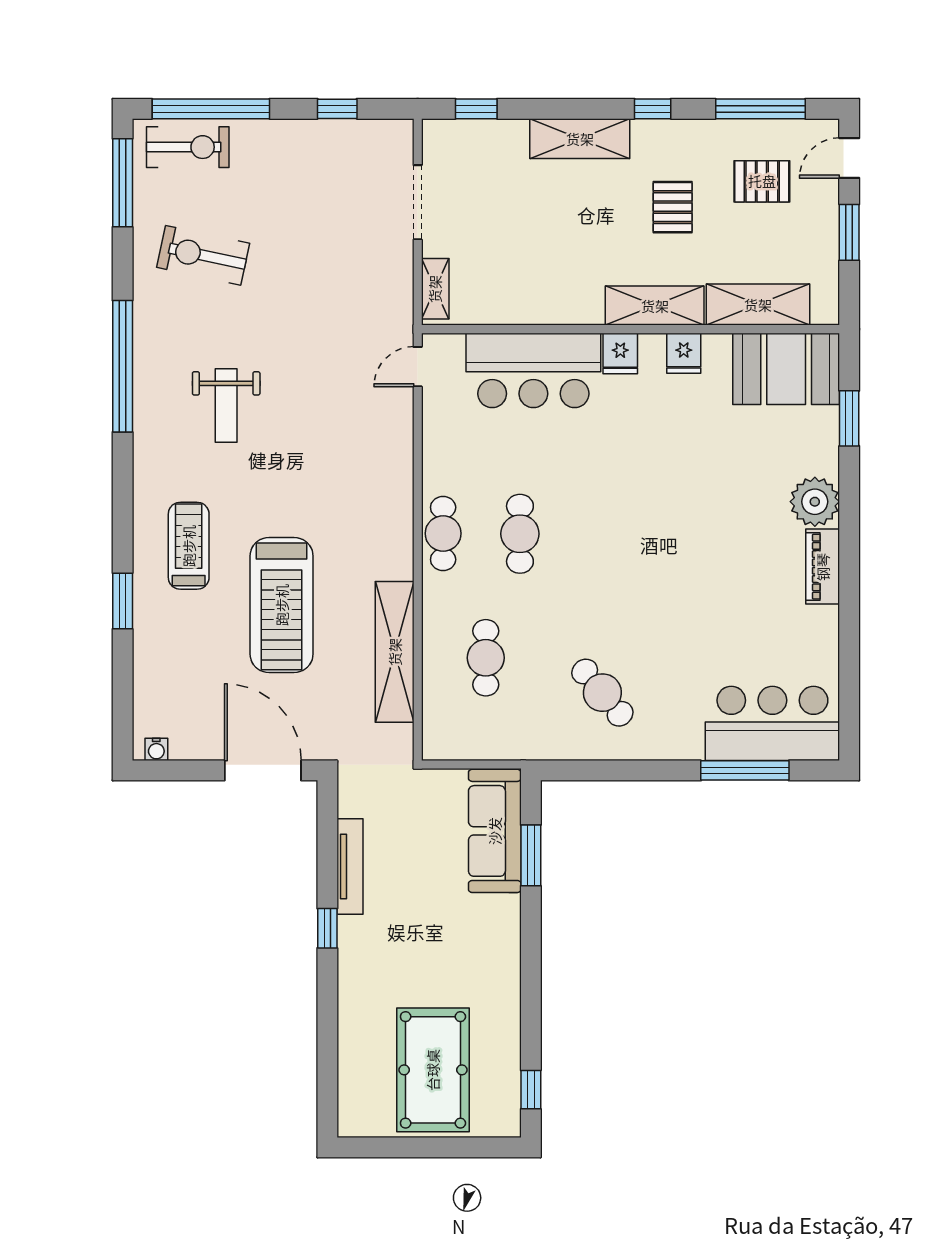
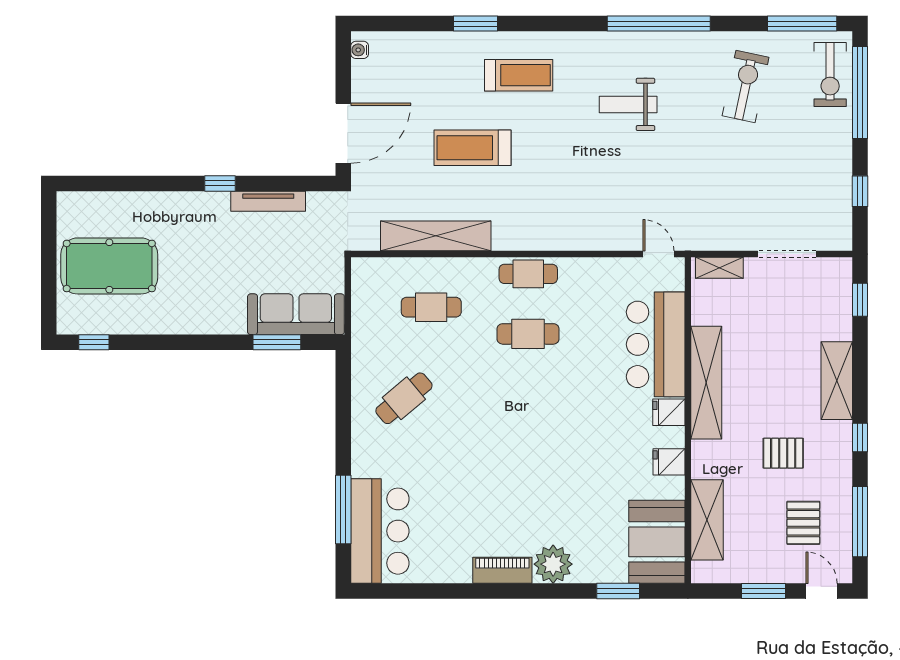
shelving: (655, 306) -> (706, 383), moved, width x1.47
treadmill: (282, 605) -> (472, 148), width x0.73, depth x0.73

